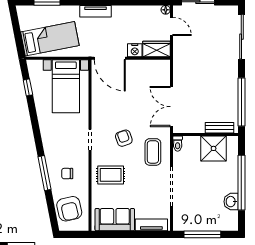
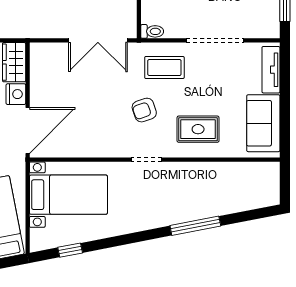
chair: (67, 174) -> (196, 193), removed
rug: (111, 175) -> (198, 129), turned 90
armchair: (69, 209) -> (247, 190), removed

